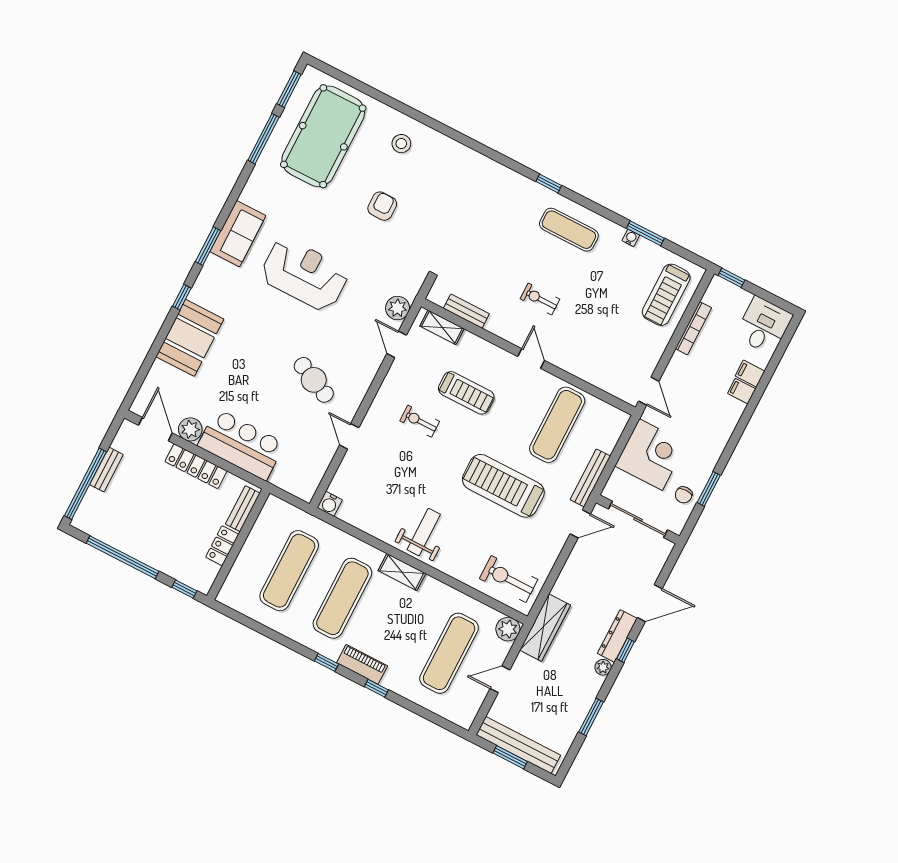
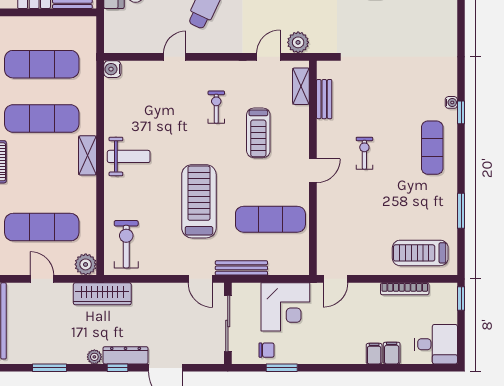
water cooler: (631, 238) -> (451, 102), moved
chair: (684, 495) -> (267, 350), turned 180

